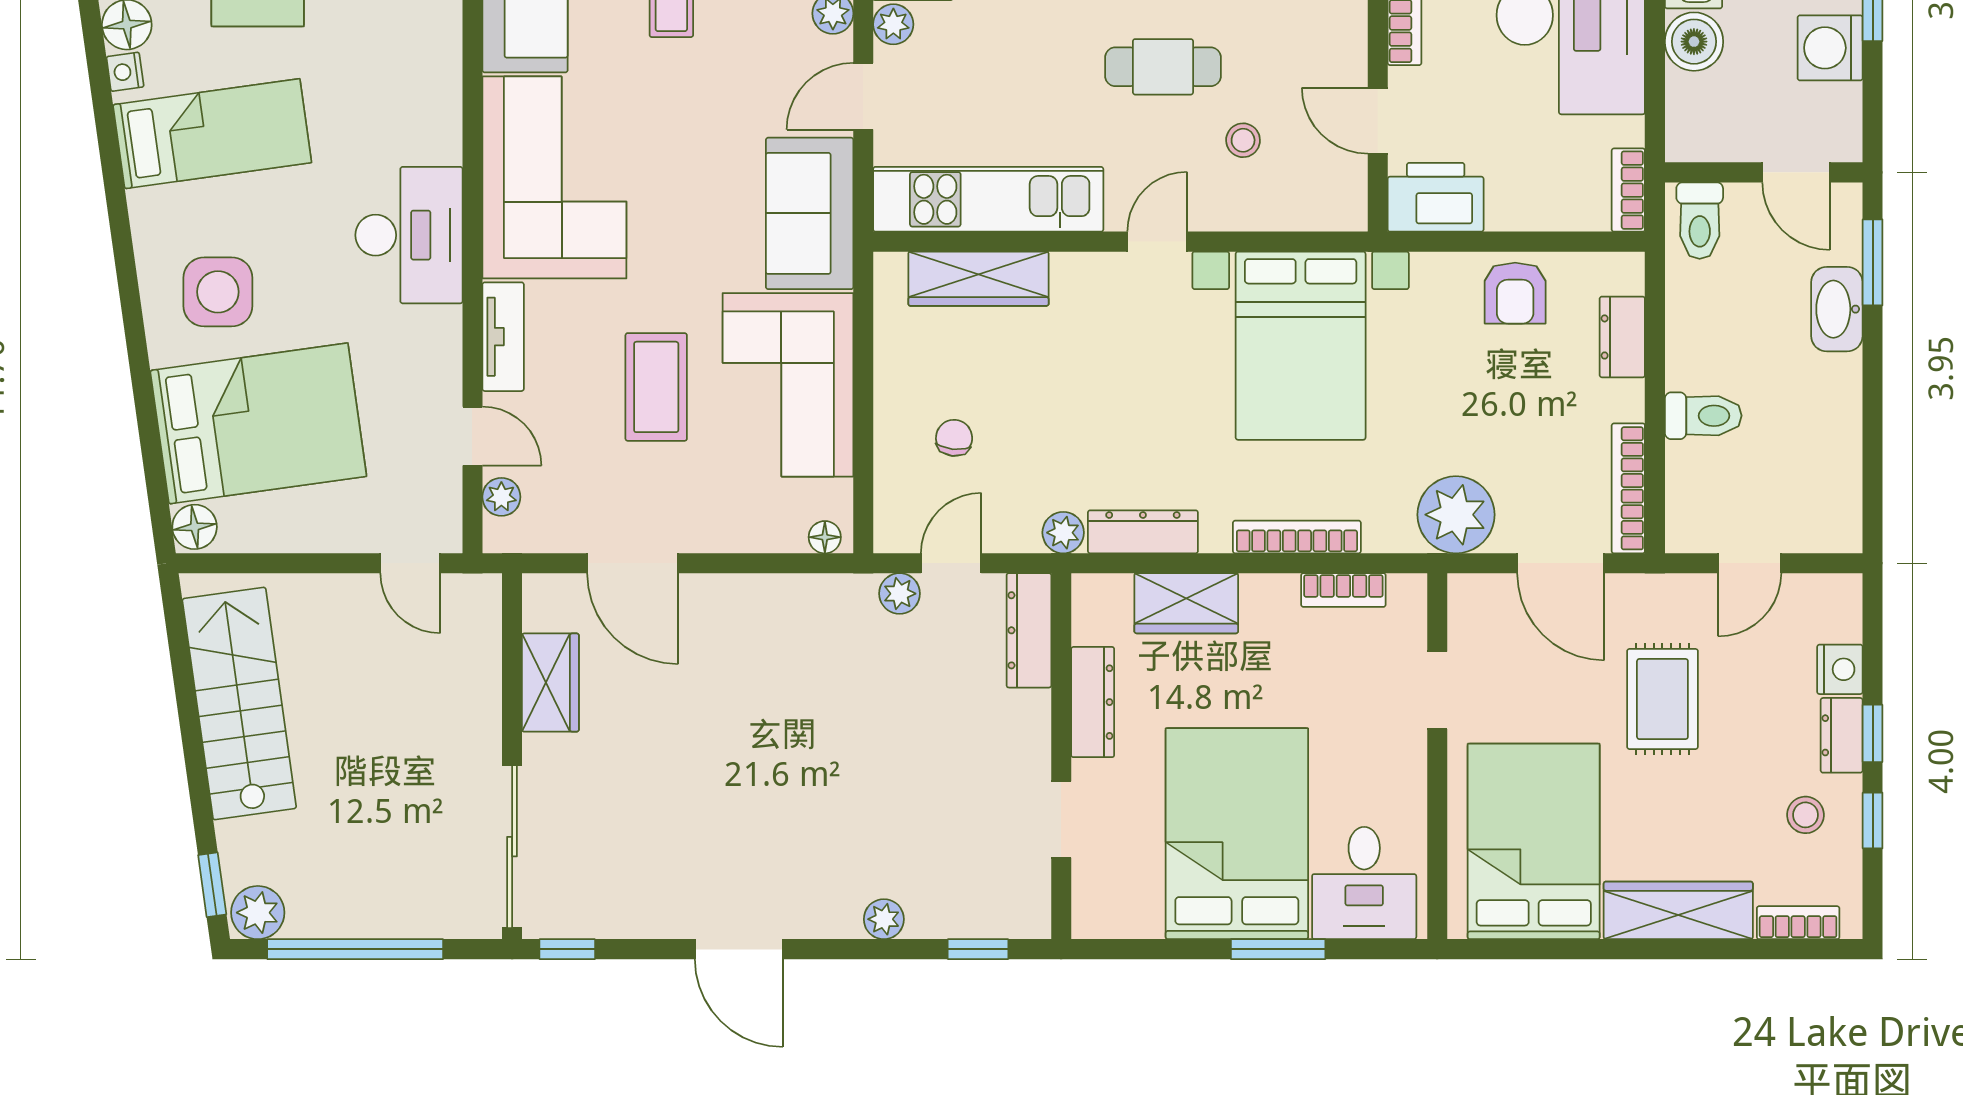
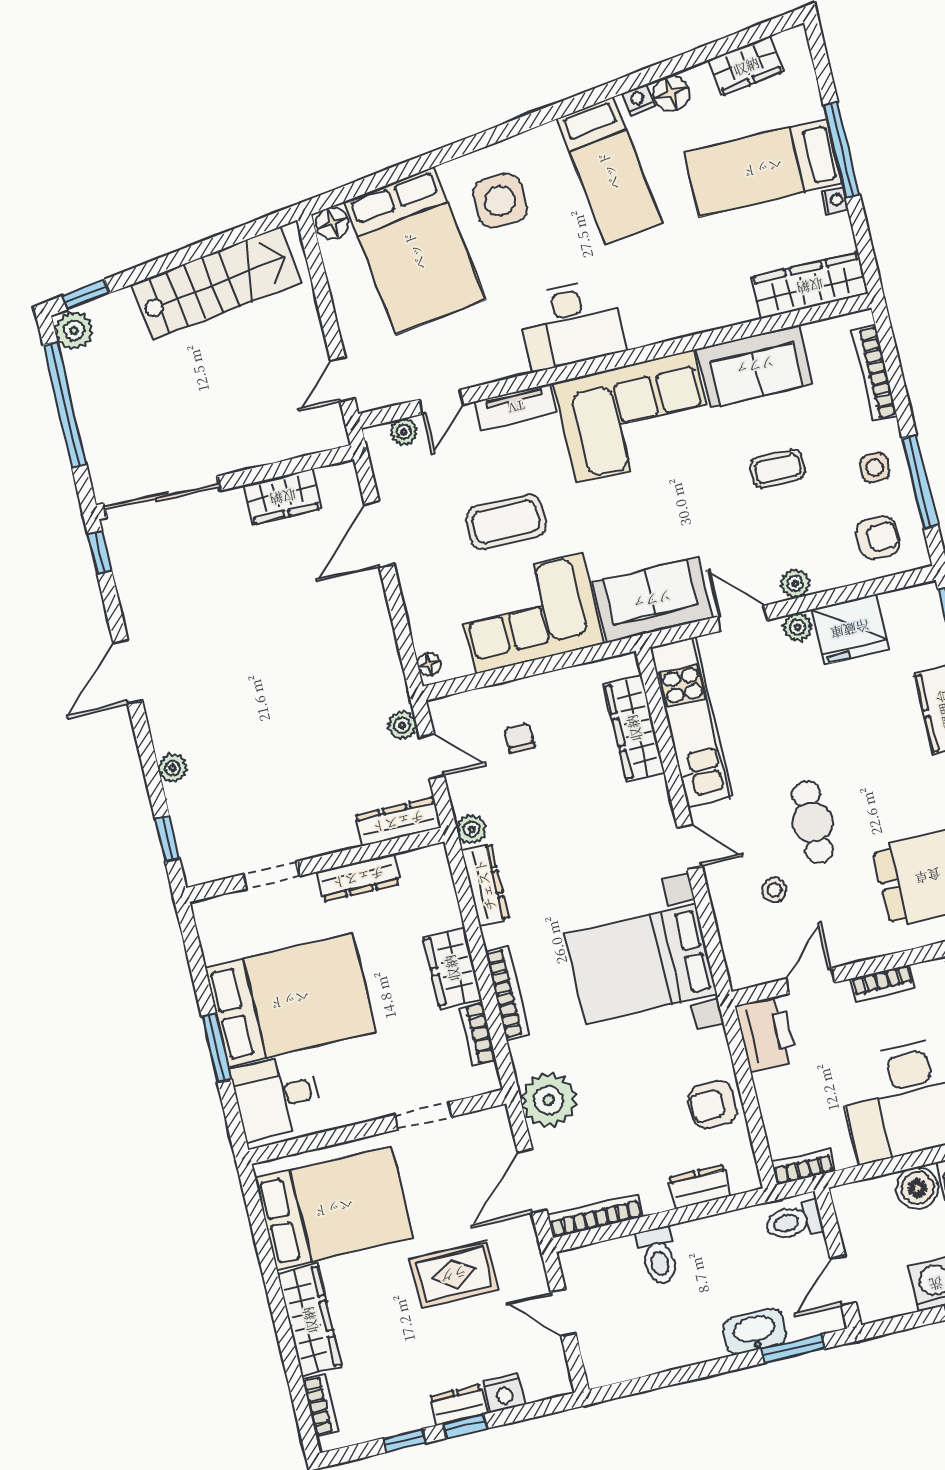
chair: (954, 438) -> (519, 738), turned -96
wardrobe: (1186, 603) -> (452, 968), moved
stool: (1806, 815) -> (397, 1393), removed

